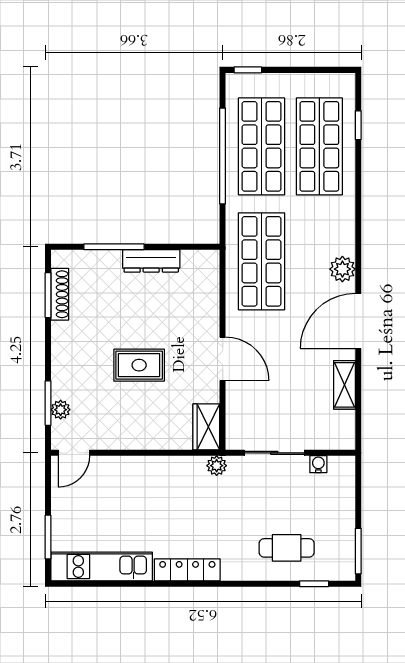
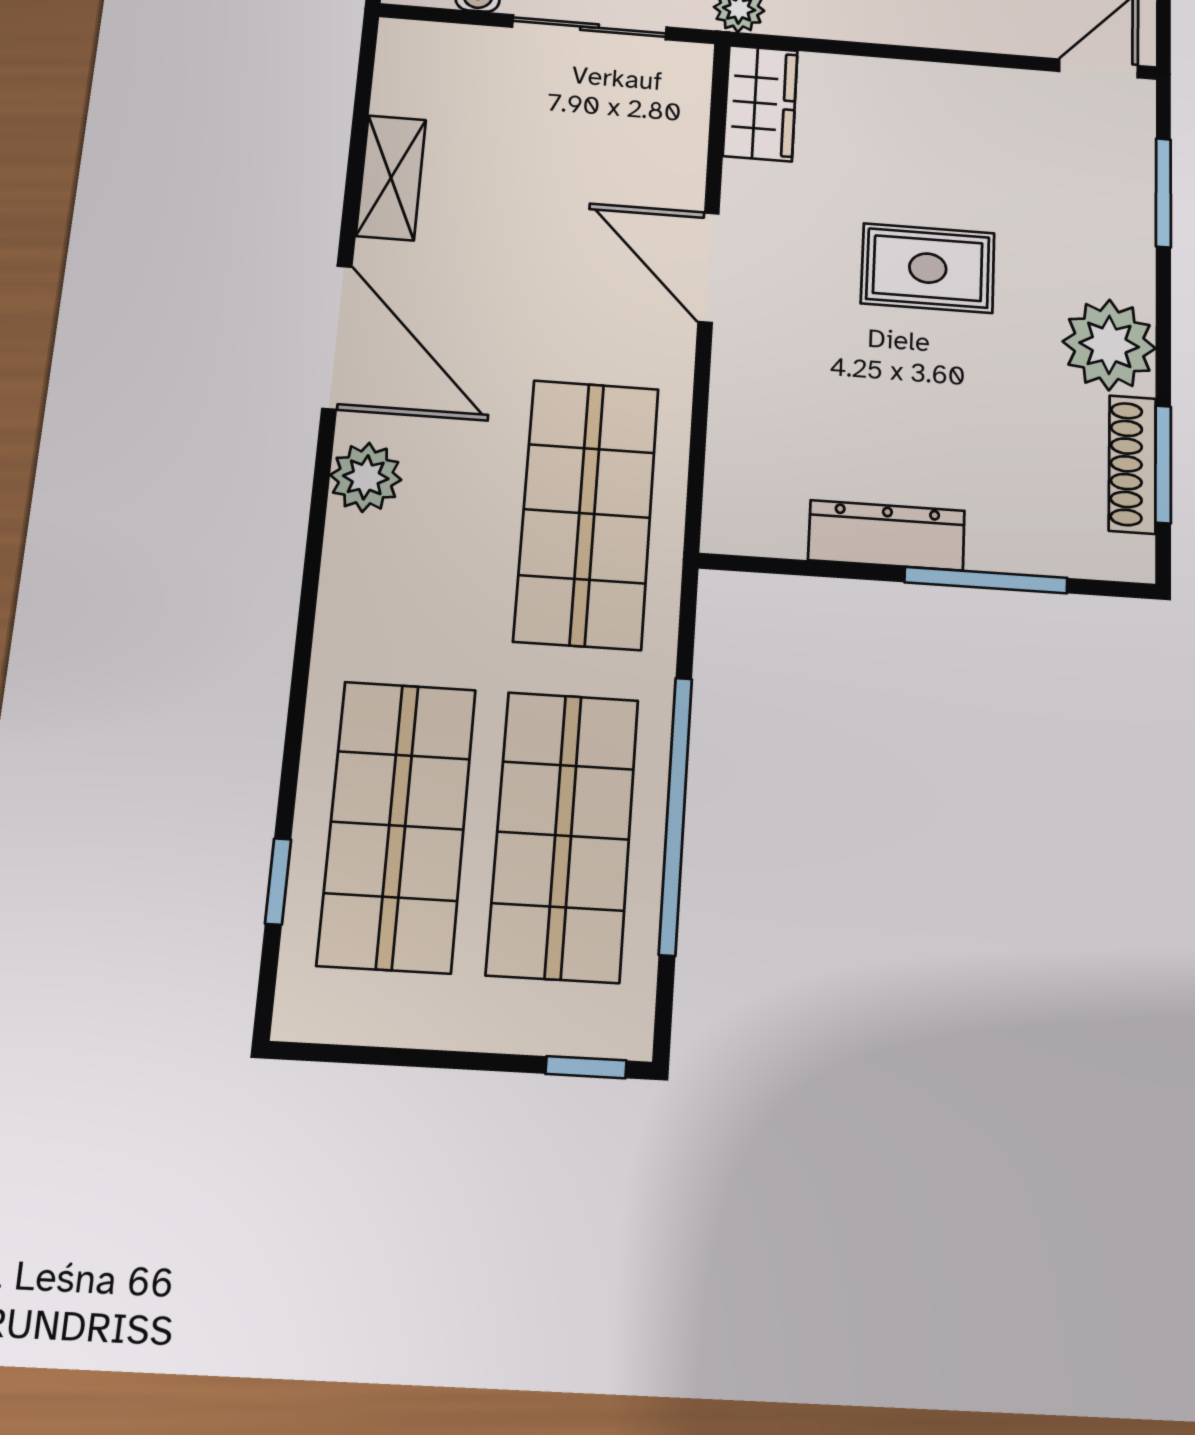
door: (358, 321) -> (337, 337), hinge flipped
plant: (61, 410) -> (1109, 345), moved, width x1.87, depth x1.87

